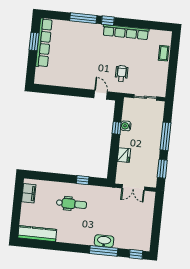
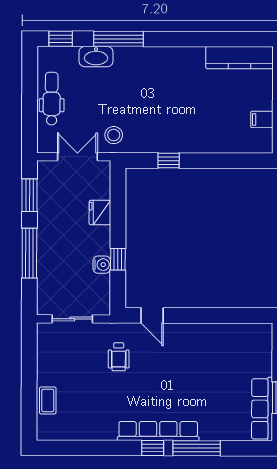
row of seats: (126, 32) -> (158, 431), moved
row of seats: (44, 43) -> (262, 409), width x0.73
filing cabinet: (29, 193) -> (262, 119), width x0.50
stool: (112, 198) -> (114, 135), added
dental chair: (71, 204) -> (52, 99), moved, turned 90
washbasin: (104, 241) -> (96, 57), moved

